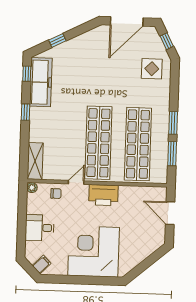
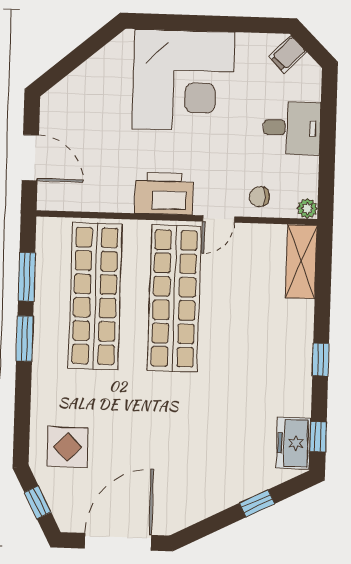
freezer: (41, 82) -> (294, 443), width x0.52, depth x0.79

